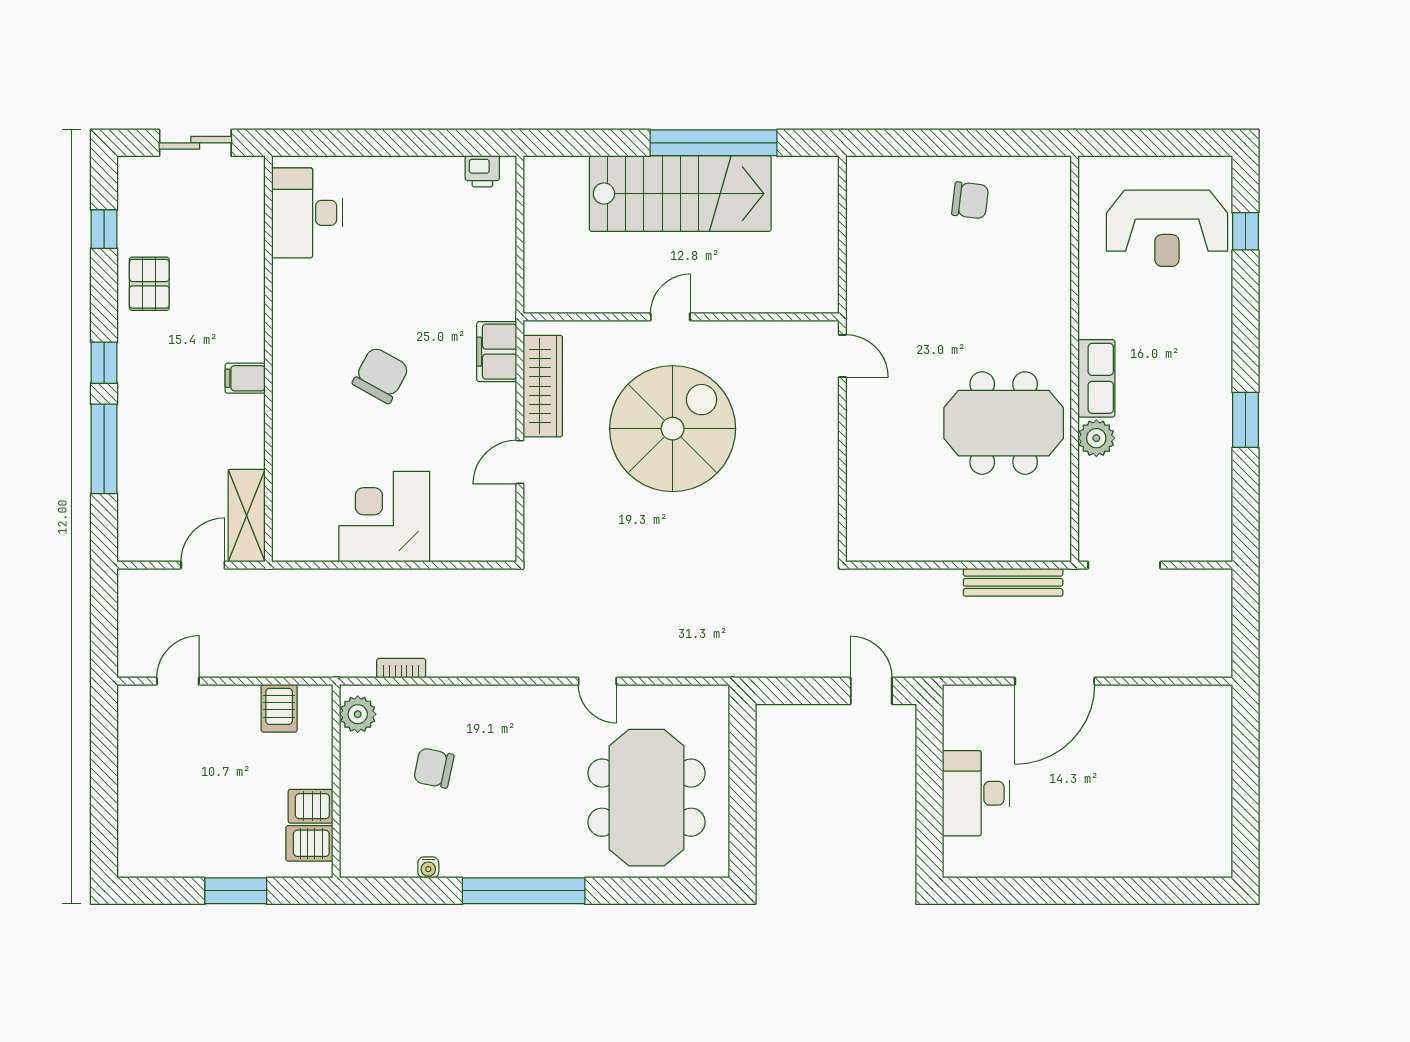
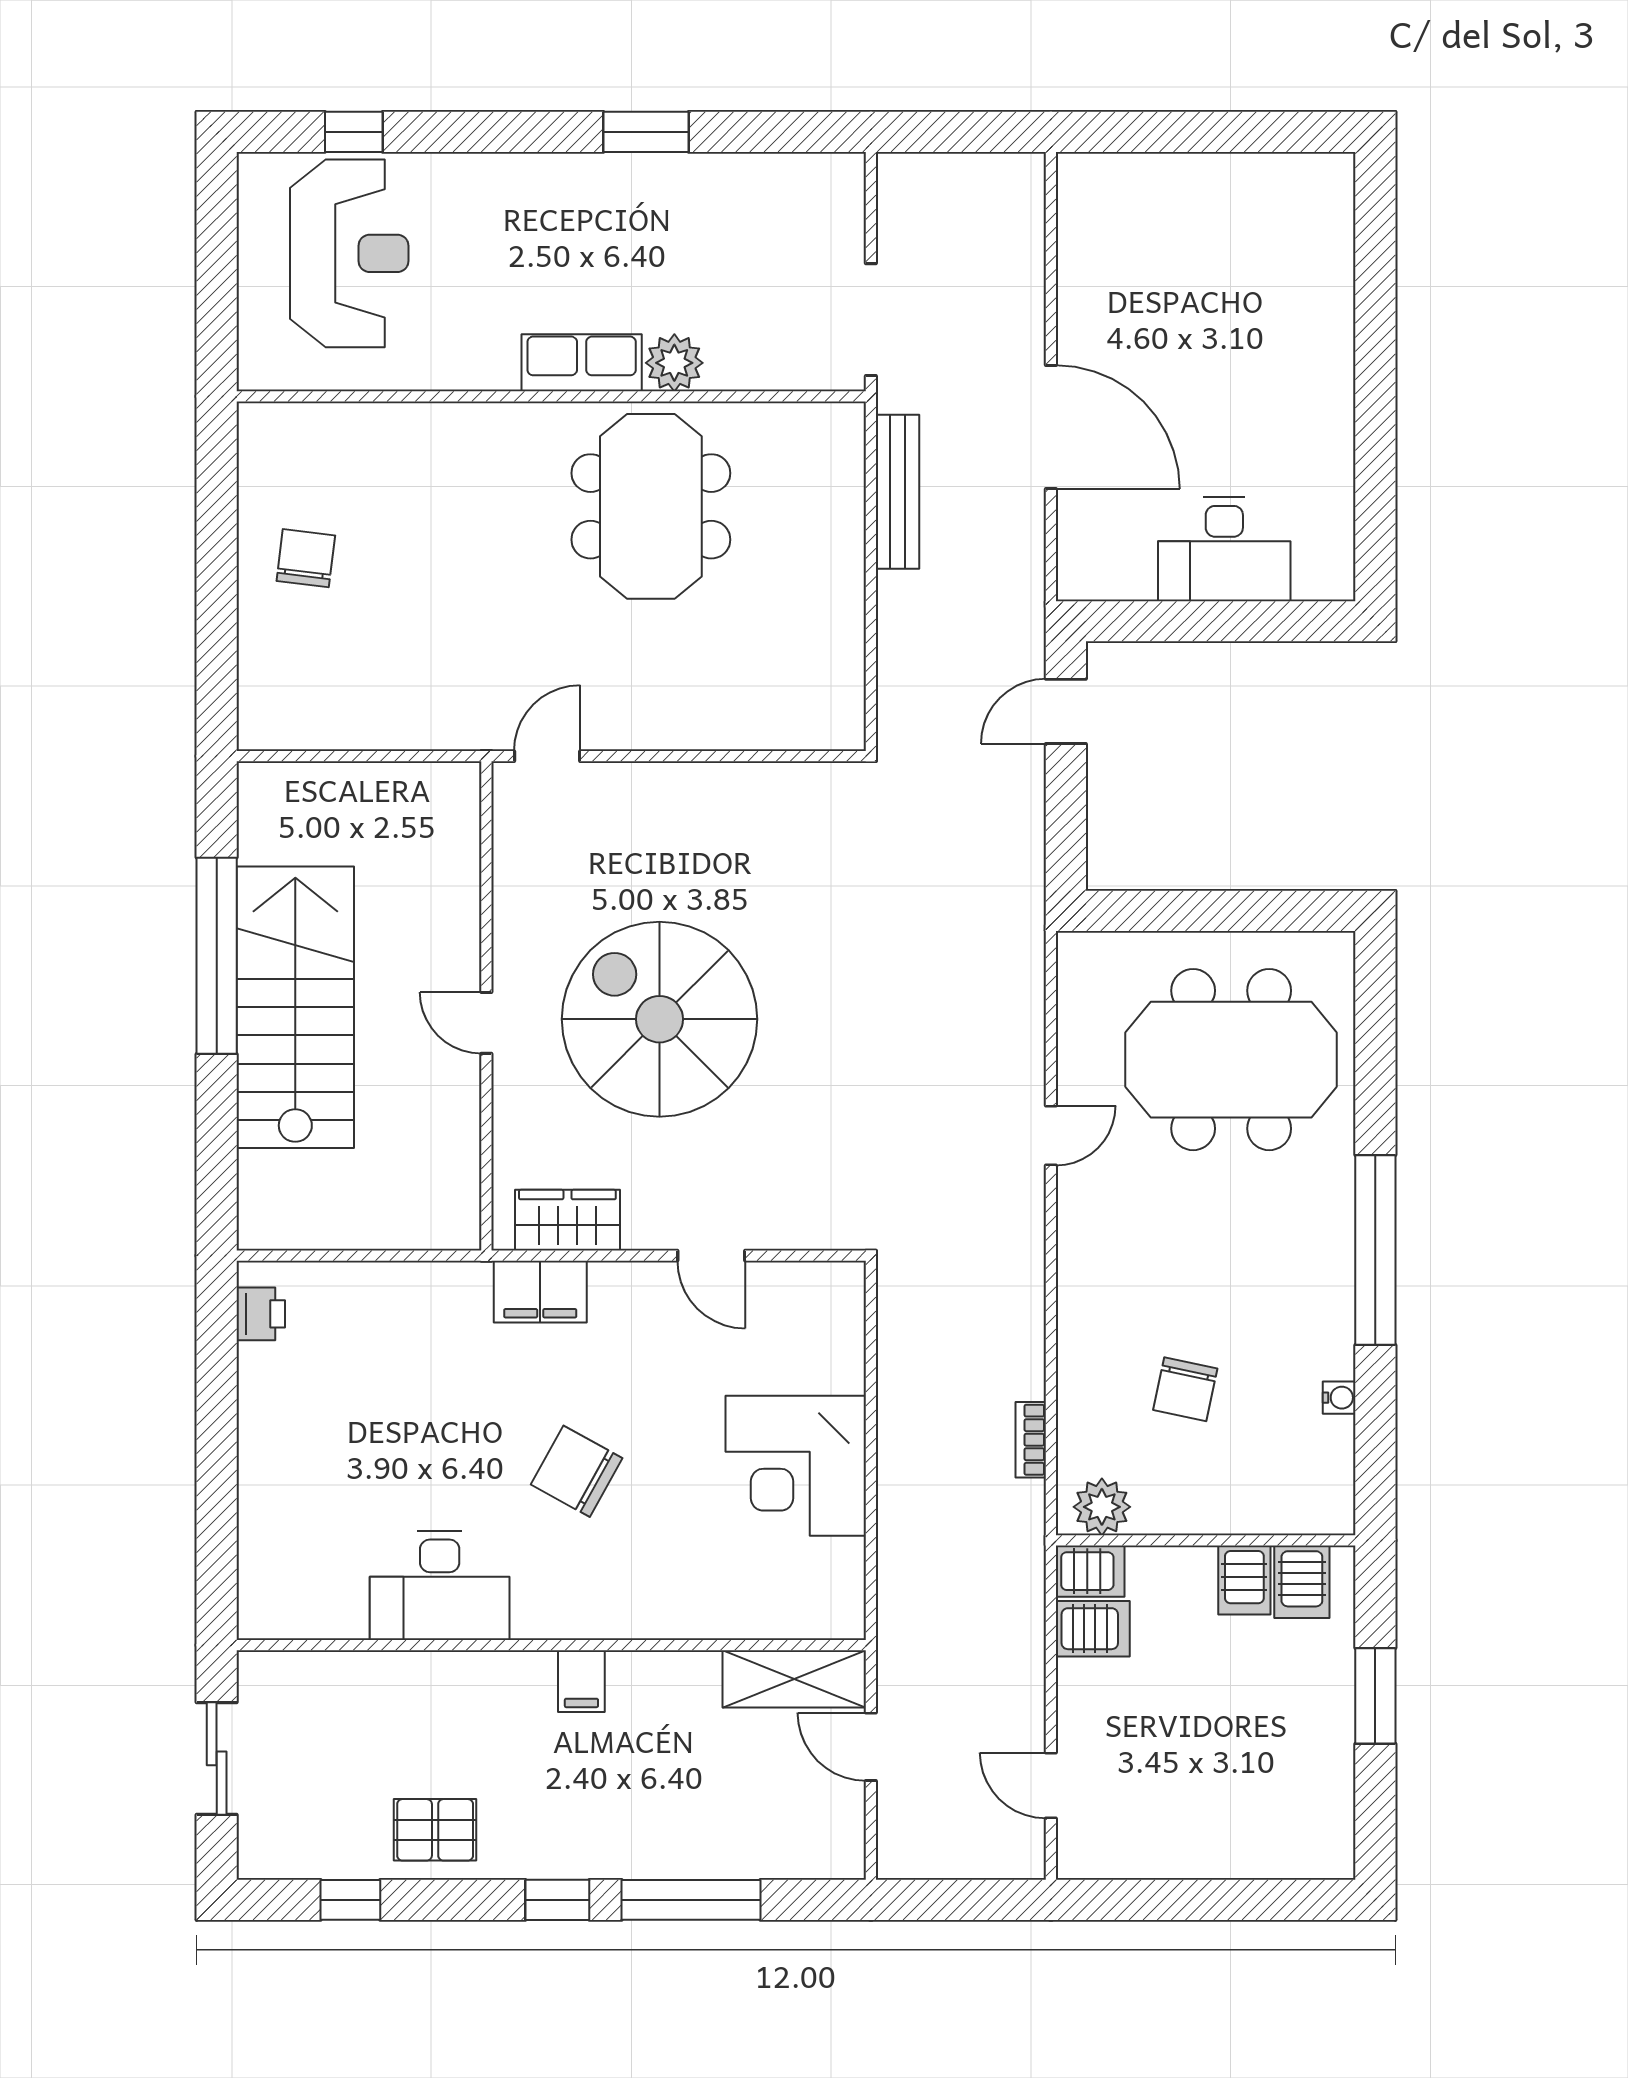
desk: (307, 213) -> (440, 1585), moved
wardrobe: (543, 386) -> (567, 1220), width x0.67
server rack: (316, 707) -> (1090, 1571), added

